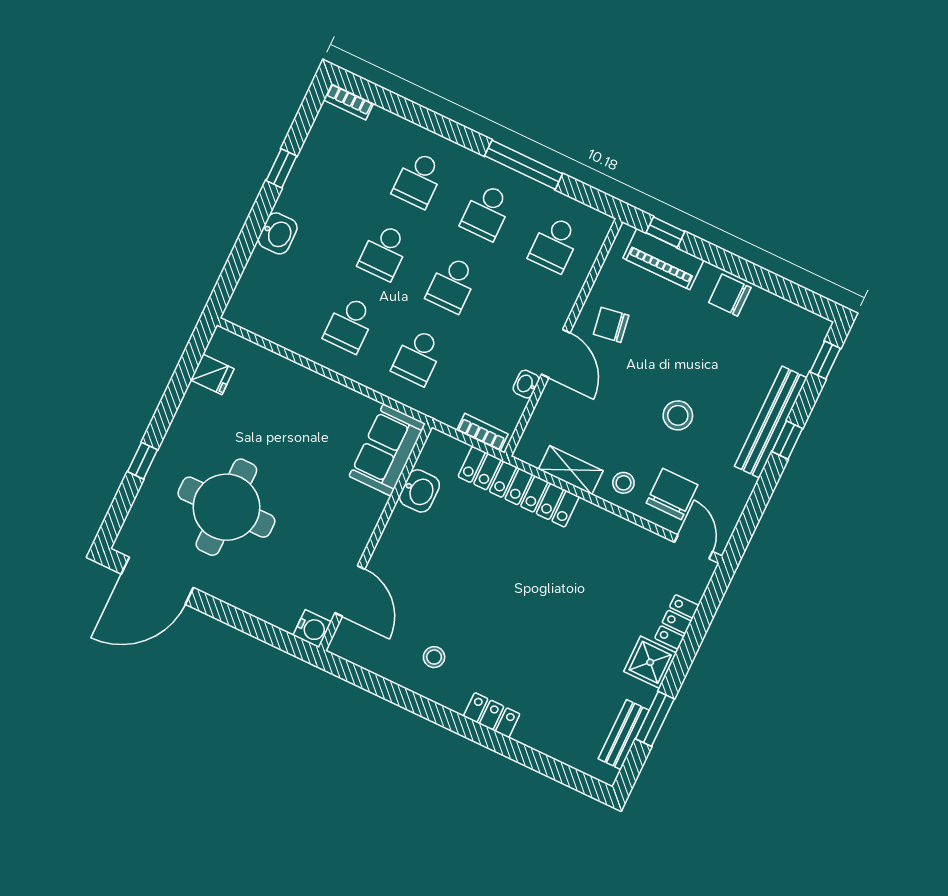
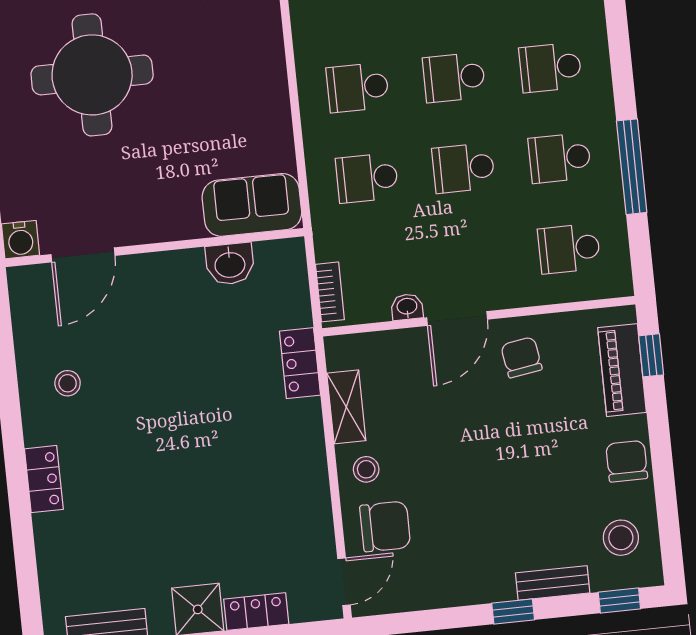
stool: (678, 415) -> (621, 538), moved
bench: (771, 422) -> (553, 583), width x0.54, depth x0.82
locker: (519, 487) -> (300, 363), width x0.46, depth x0.83

